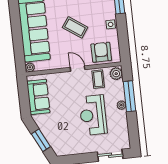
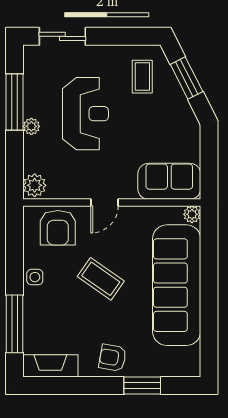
door: (78, 69) -> (105, 203), hinge flipped
coffee table: (98, 79) -> (142, 77), moved
window: (130, 96) -> (15, 102), moved
sofa: (38, 97) -> (169, 181), moved, turned 90

